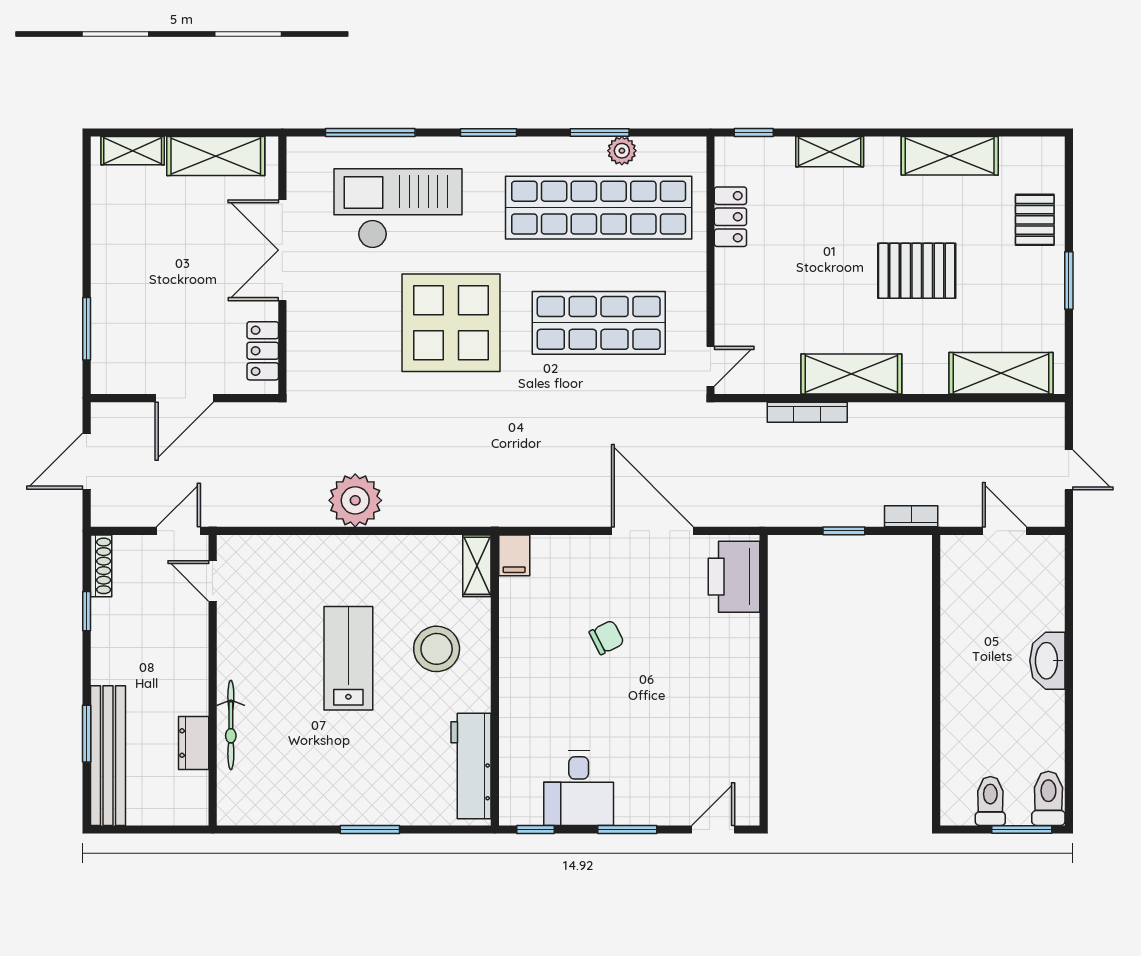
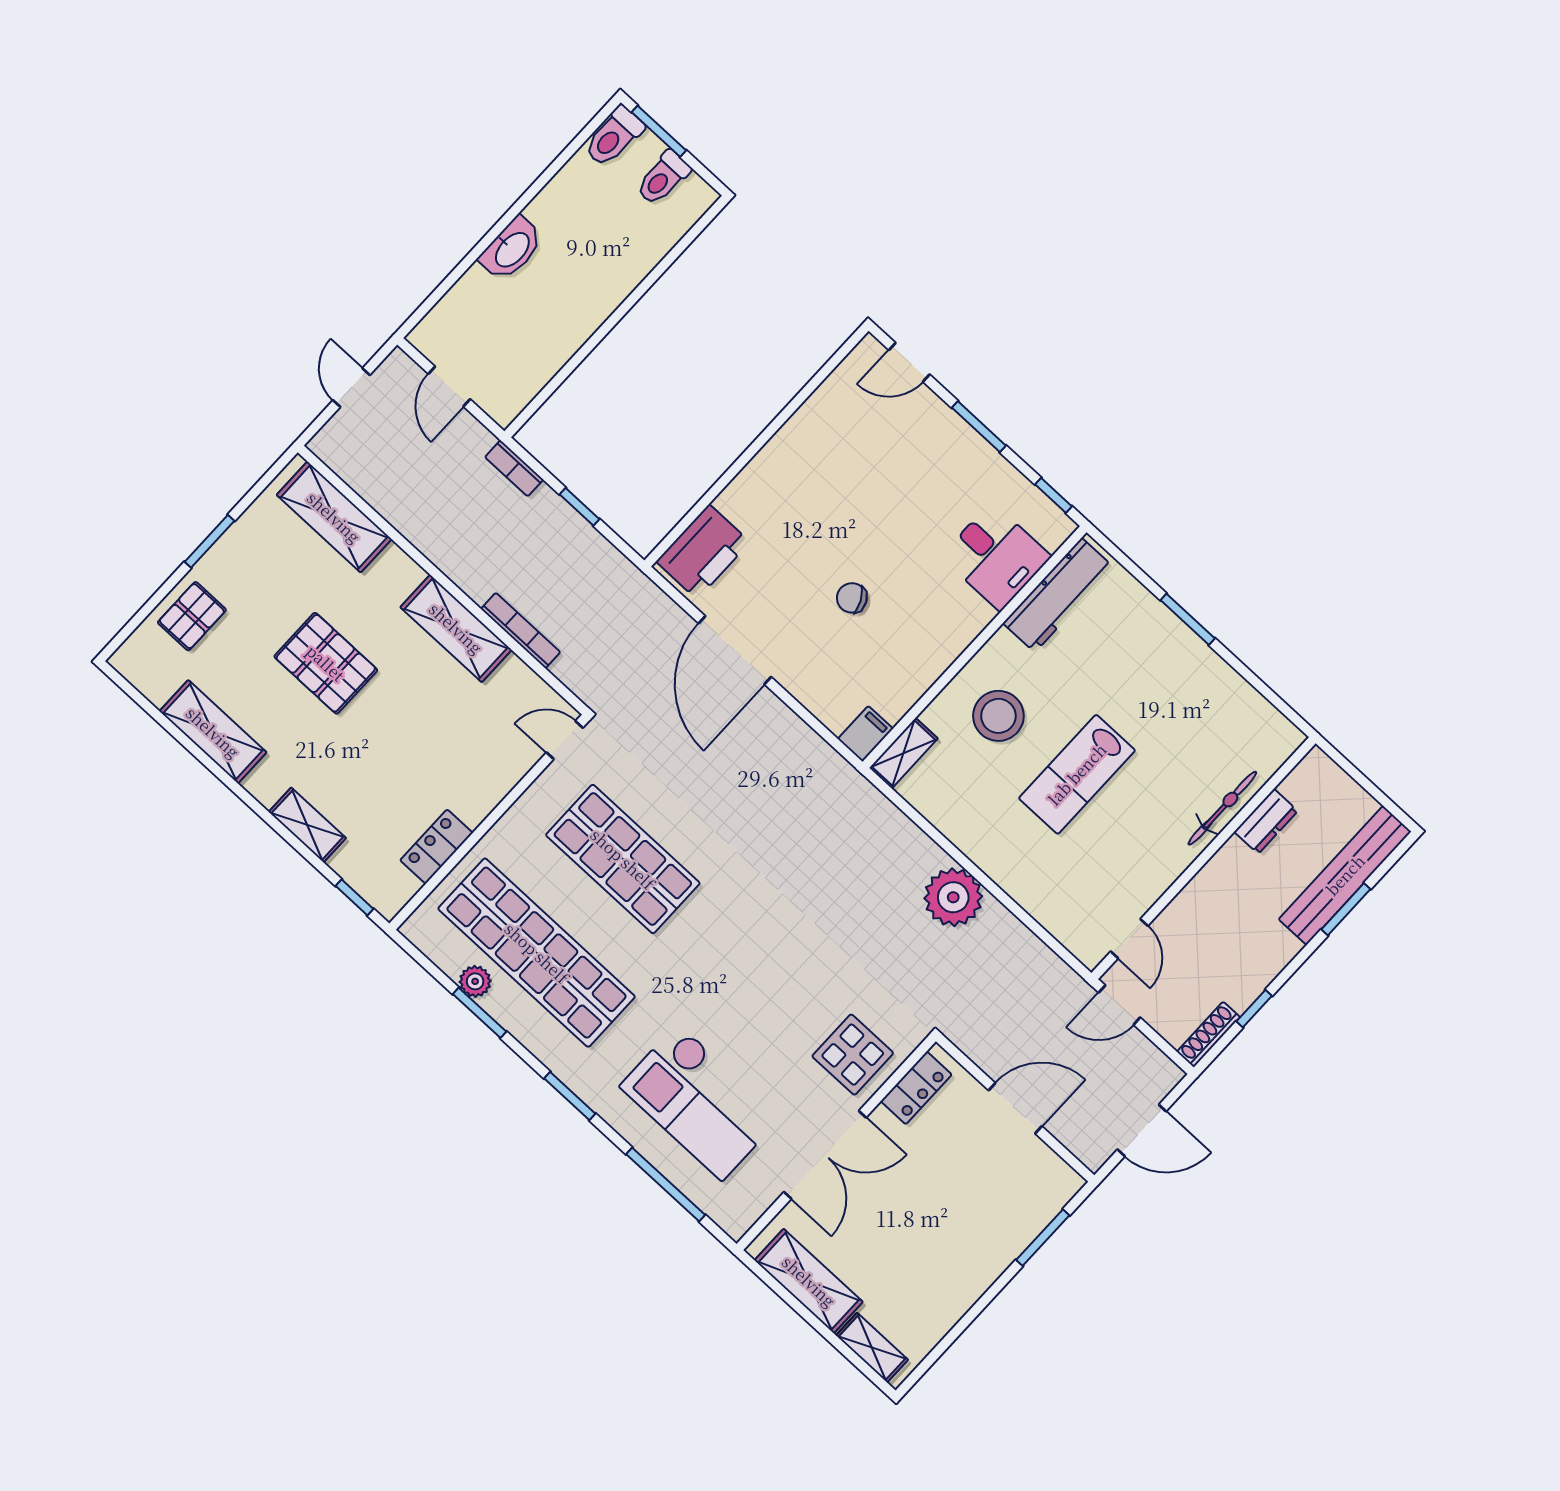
display table: (451, 323) -> (853, 1055), moved, width x0.54, depth x0.54
desk: (579, 788) -> (996, 556), moved, turned 90

